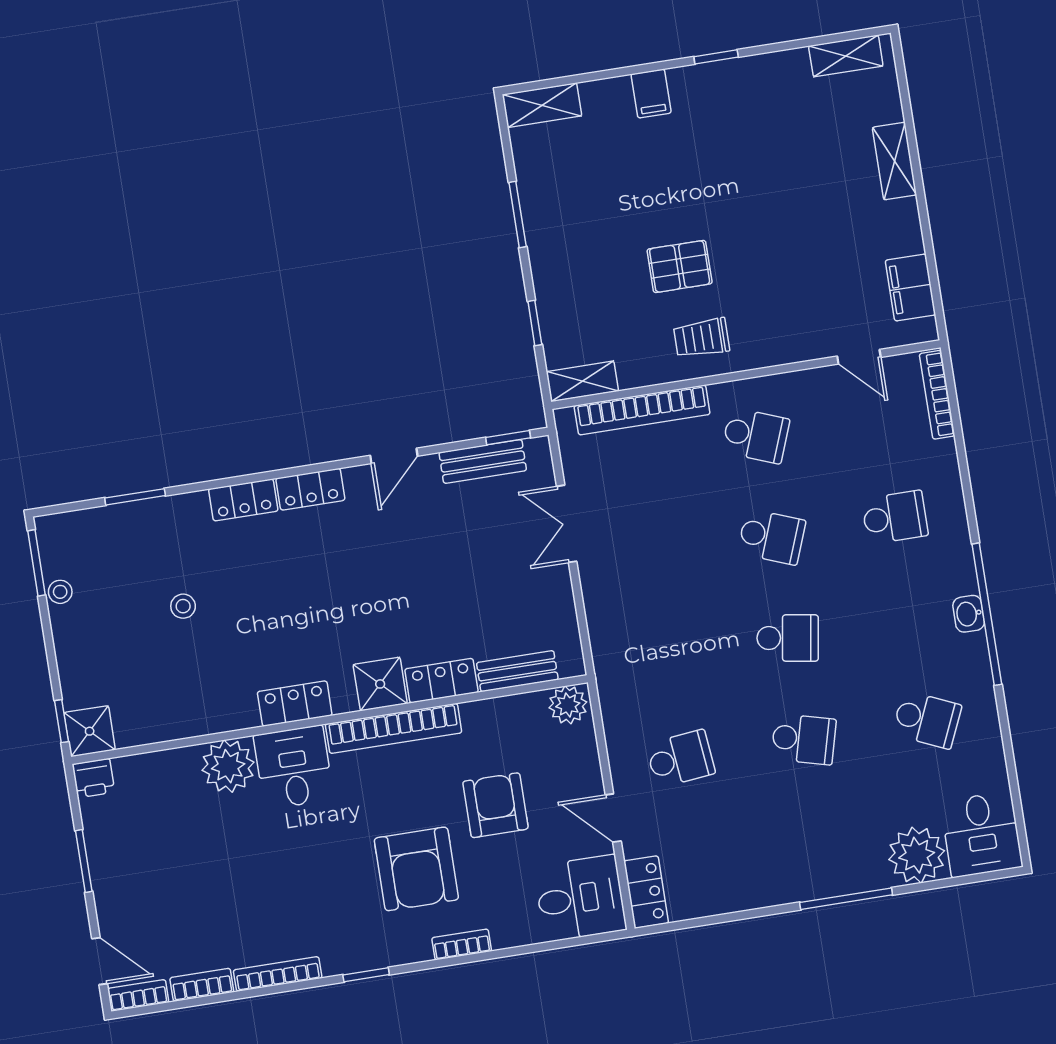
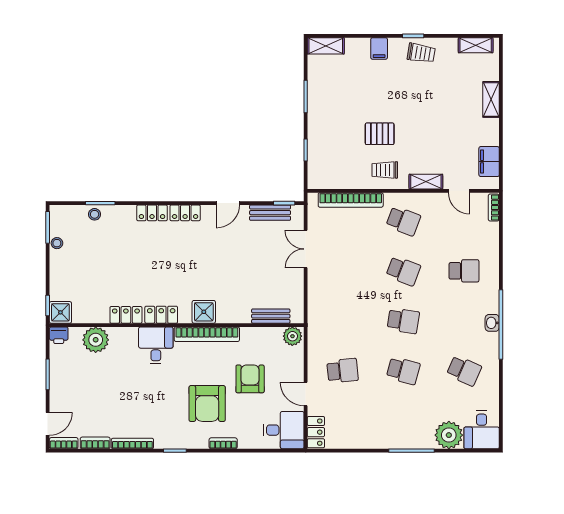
trolley: (738, 89) -> (421, 53), added
shelving: (582, 381) -> (426, 182), moved
bookcase: (937, 395) -> (494, 208), width x0.64
stool: (183, 606) -> (95, 214), moved
locker: (441, 681) -> (126, 315), moved
plant: (228, 766) -> (96, 340), moved
door: (100, 961) -> (48, 424), hinge flipped

